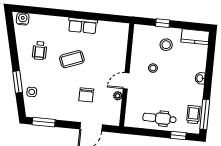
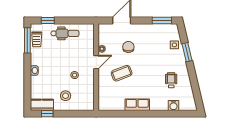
water cooler: (23, 19) -> (174, 105), moved
window: (163, 23) -> (47, 114), moved
coffee table: (72, 59) -> (122, 73), moved

